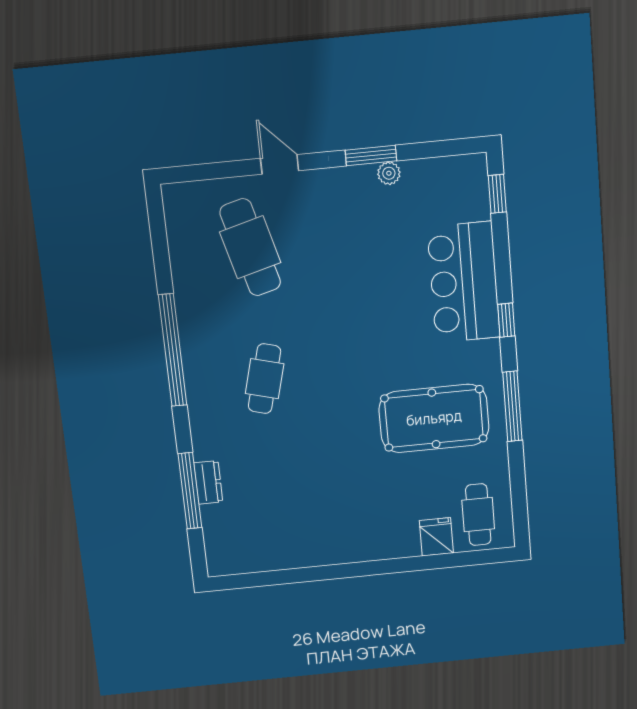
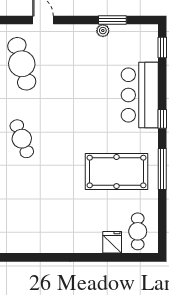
window: (371, 156) -> (112, 20), moved
cafe table: (265, 379) -> (22, 139), turned -36

